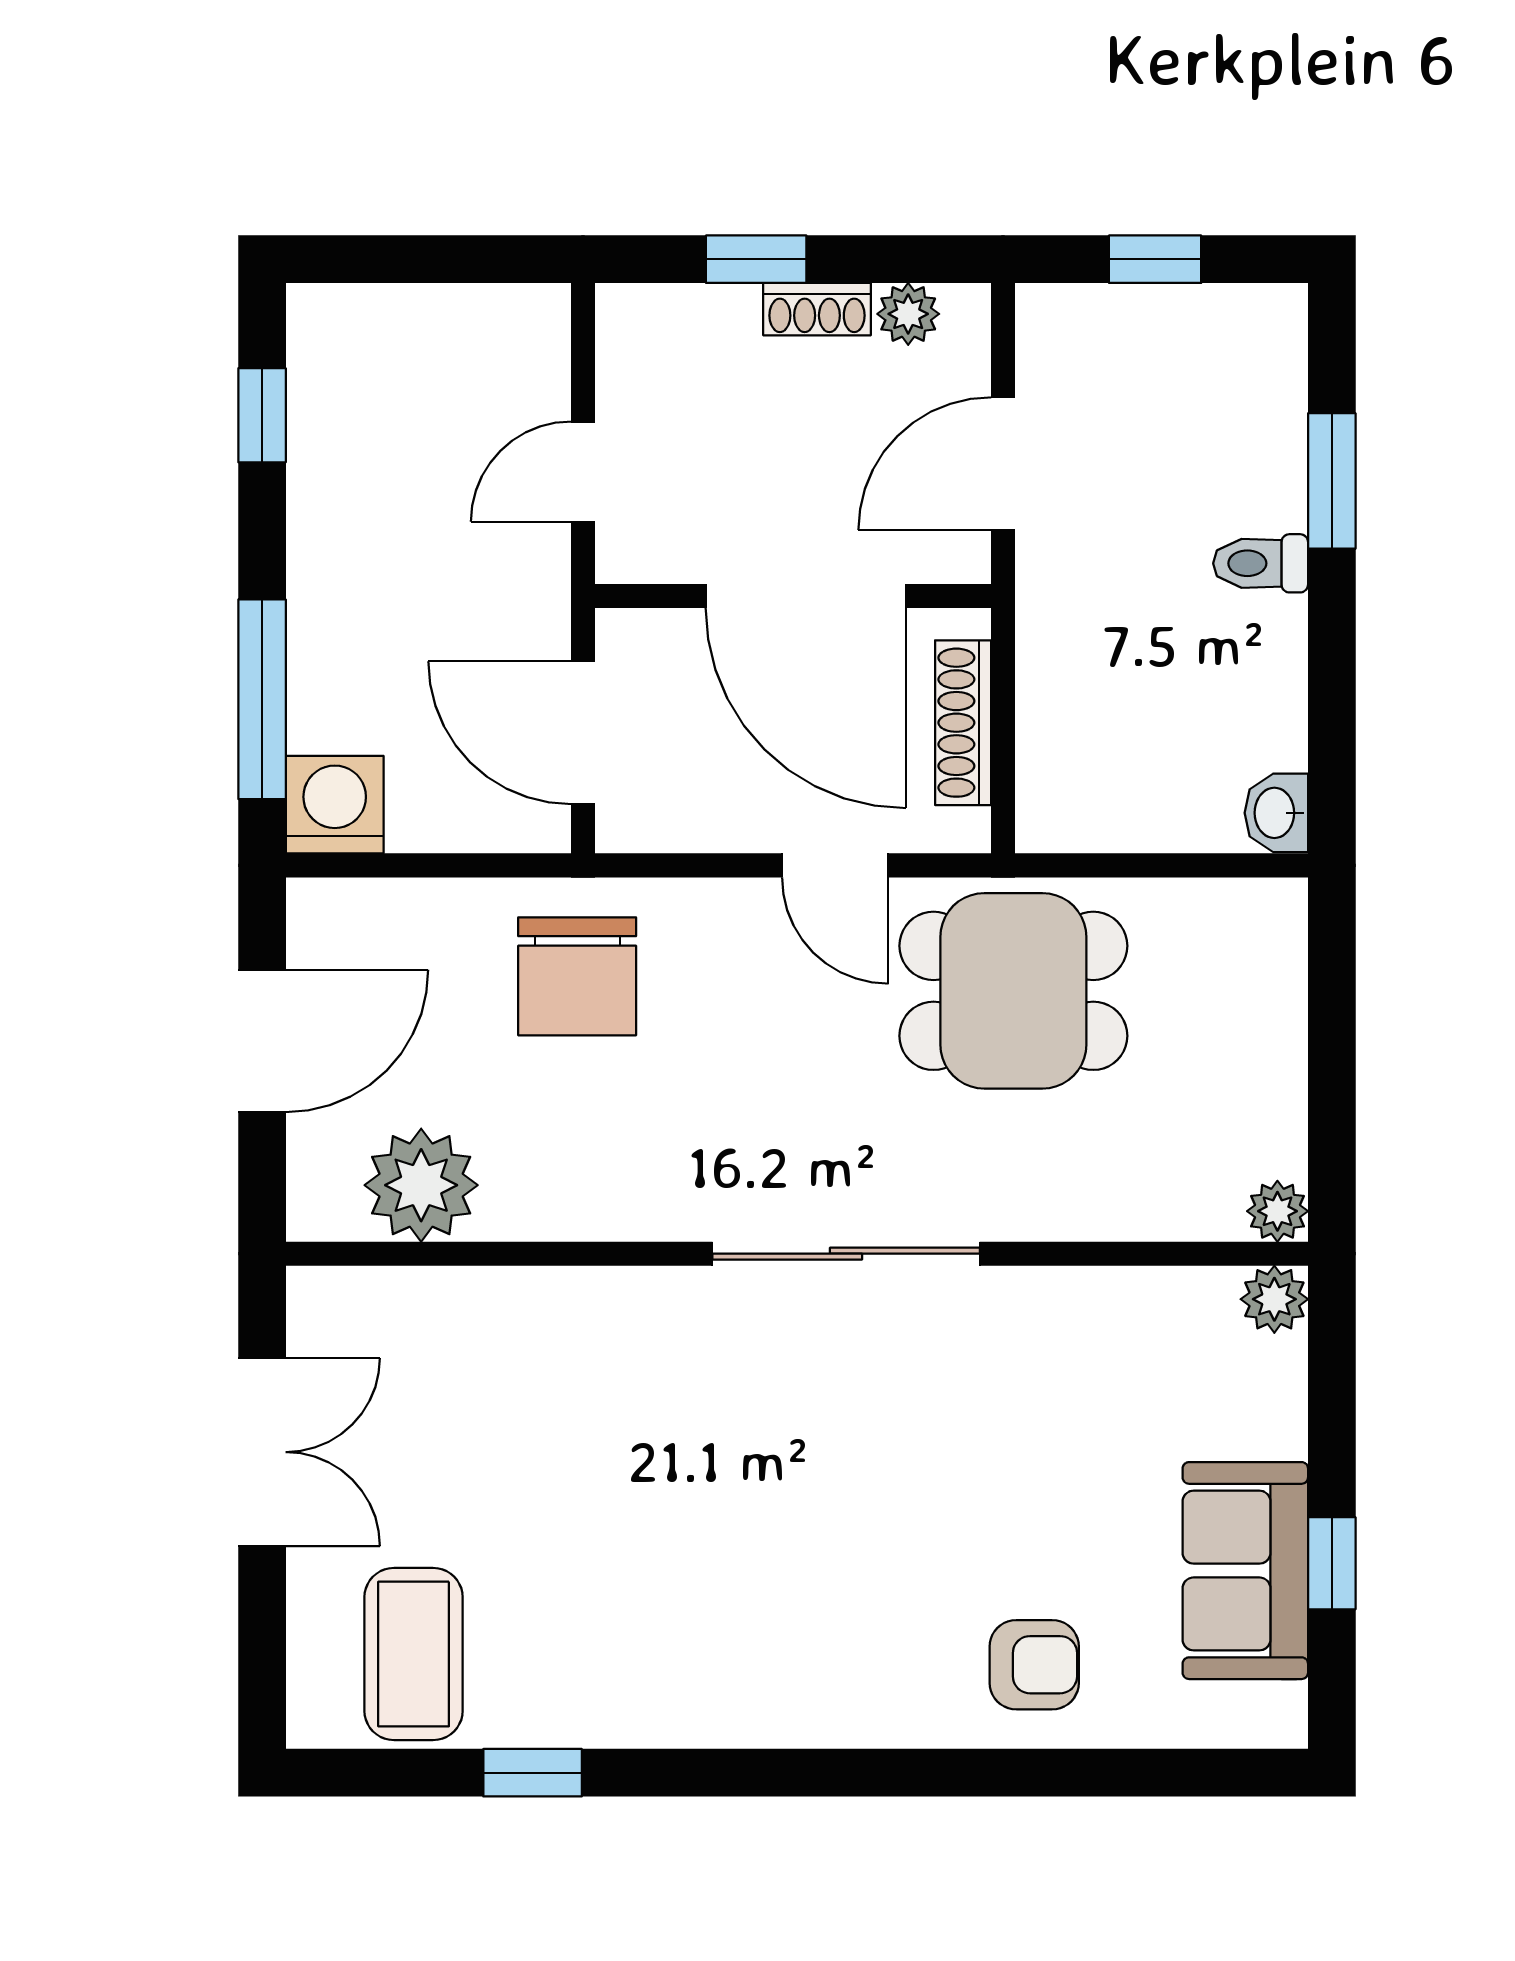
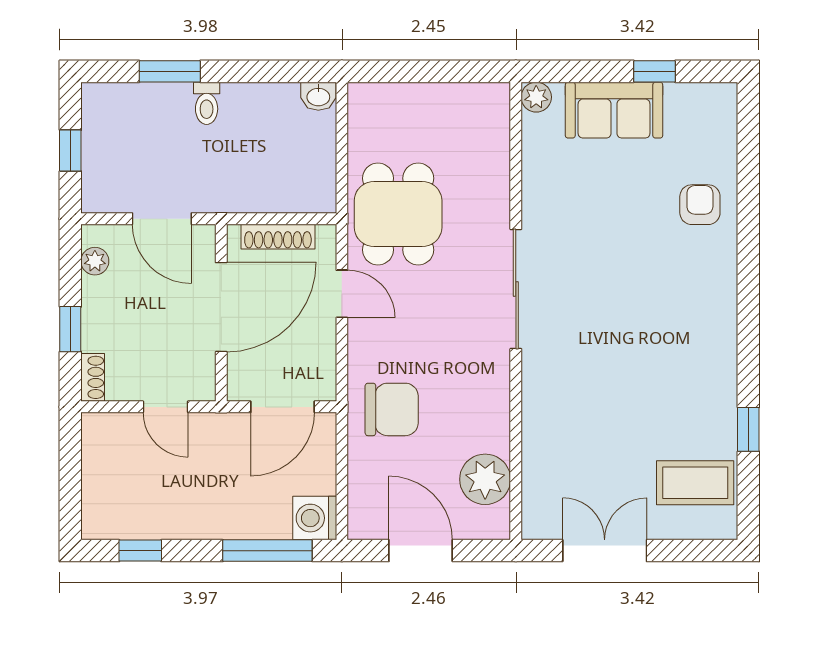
shoe rack: (817, 309) -> (93, 377), moved
door: (835, 865) -> (342, 294), hinge flipped
plant: (1277, 1211) -> (497, 96), removed
sofa: (1245, 1571) -> (614, 110), moved

